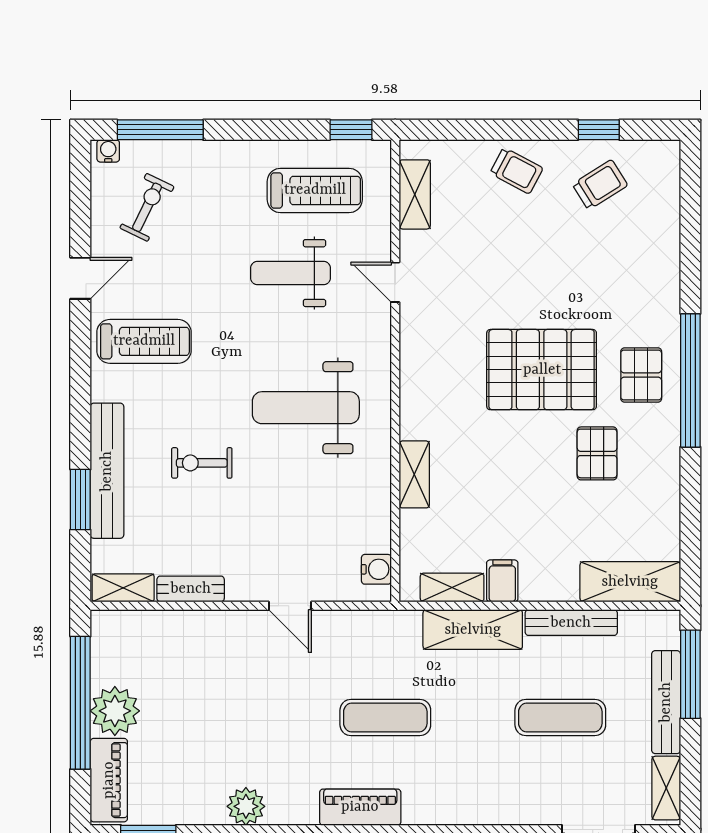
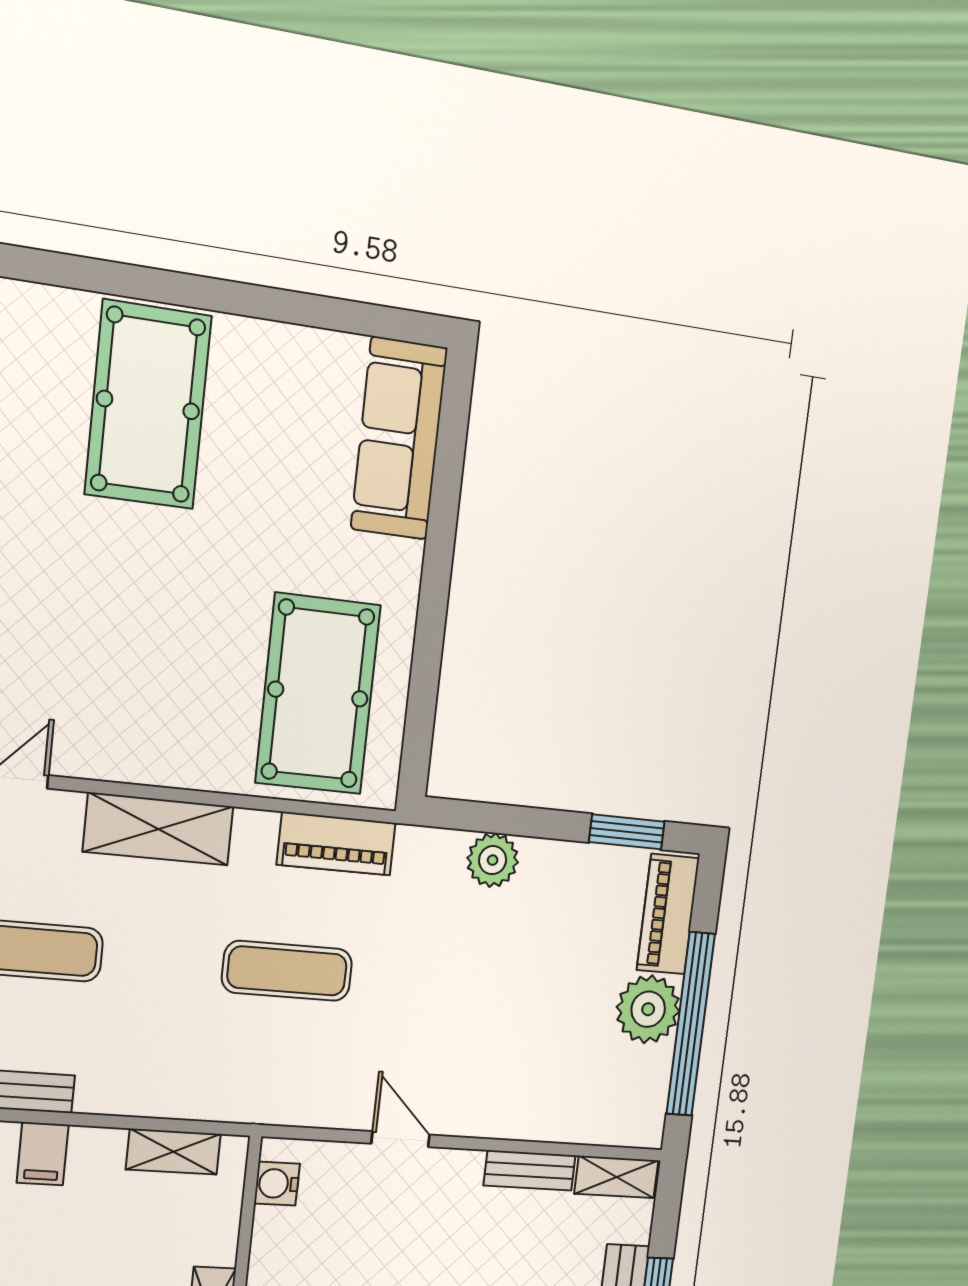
filing cabinet: (502, 581) -> (43, 1154), moved
shelving: (473, 630) -> (158, 829), moved

